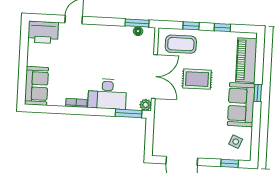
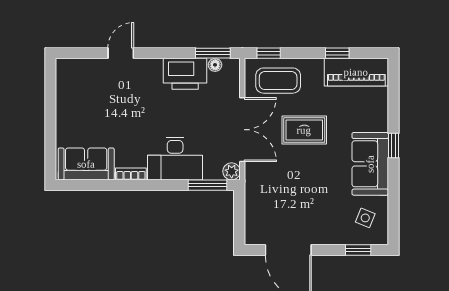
window: (191, 26) -> (269, 53), moved
printer: (43, 32) -> (185, 74), moved
piano: (246, 60) -> (356, 72), moved, turned -90
sofa: (36, 86) -> (86, 164), moved, turned -90

